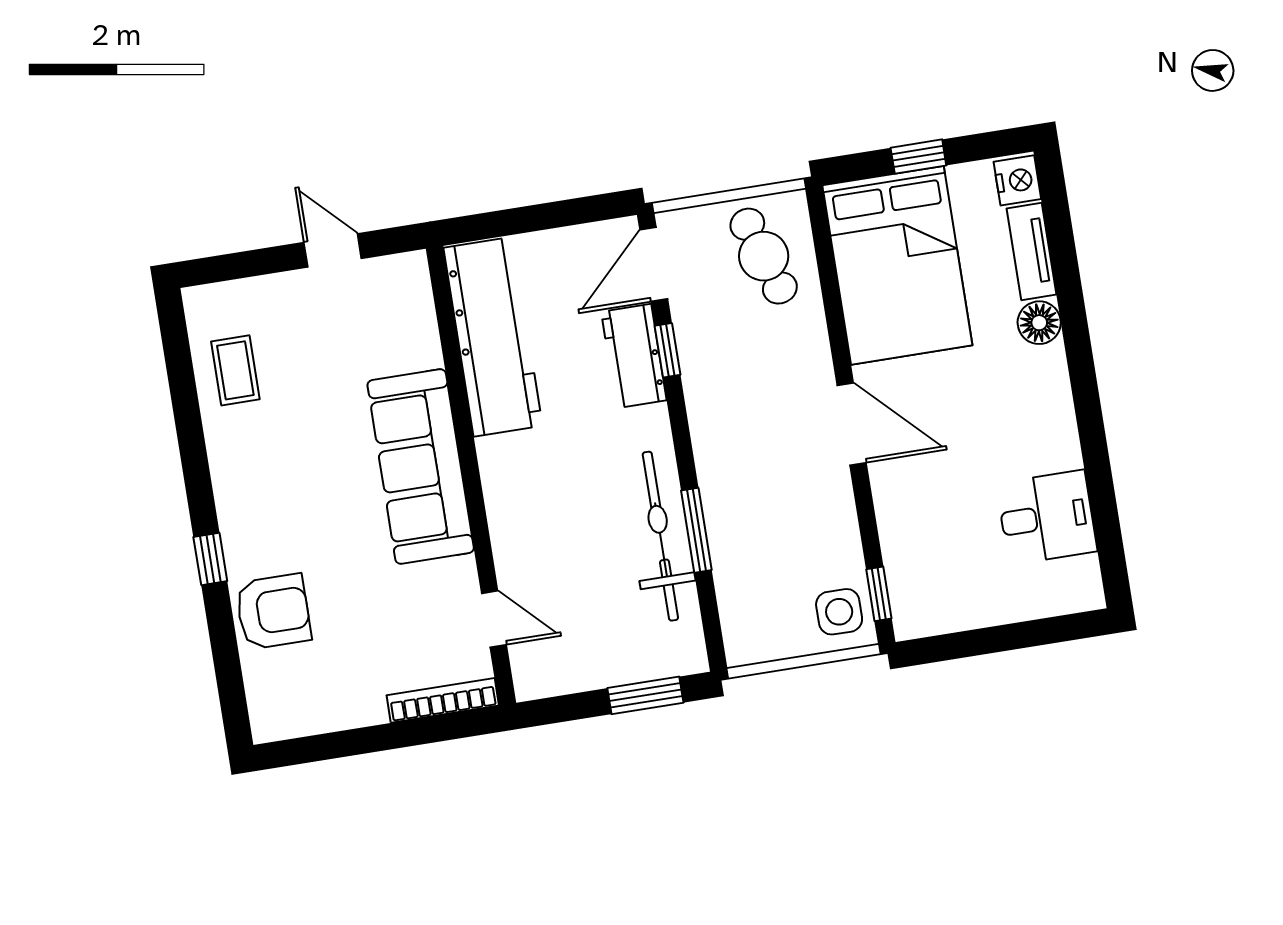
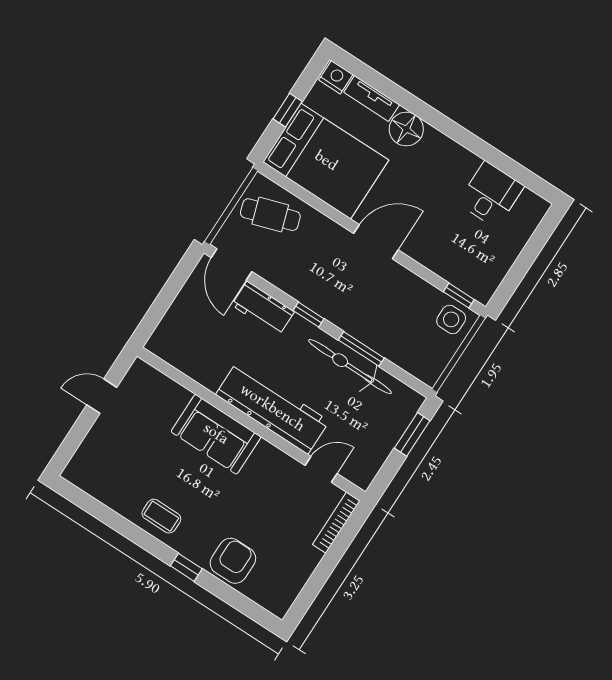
floor lamp: (1039, 323) -> (406, 129), width x1.38, depth x1.38
workbench: (493, 337) -> (272, 408), moved
window: (668, 350) -> (309, 315), moved
coffee table: (235, 370) -> (161, 516), moved
sofa: (421, 467) -> (216, 434), width x0.73

